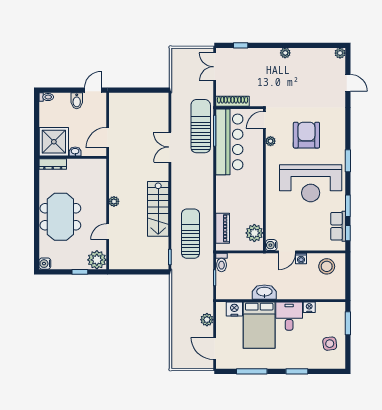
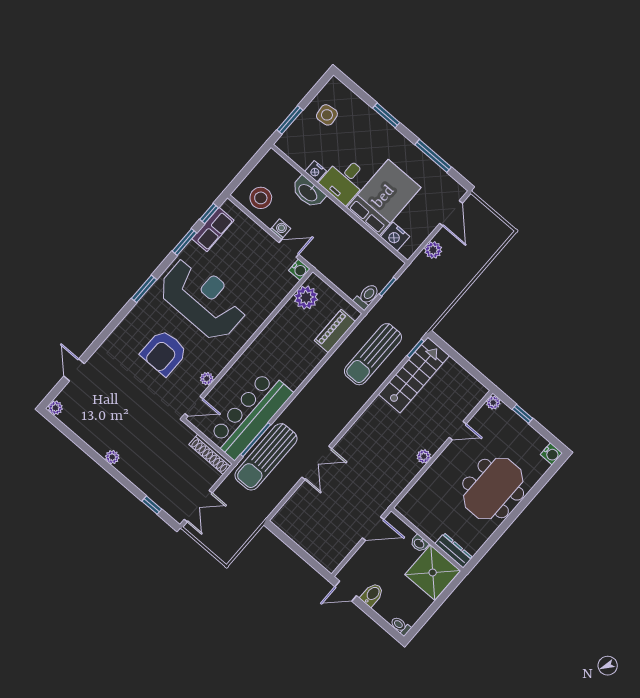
stairs: (158, 209) -> (414, 375), moved
plant: (97, 260) -> (493, 403), width x0.53, depth x0.53
washbasin: (264, 292) -> (308, 192), moved

